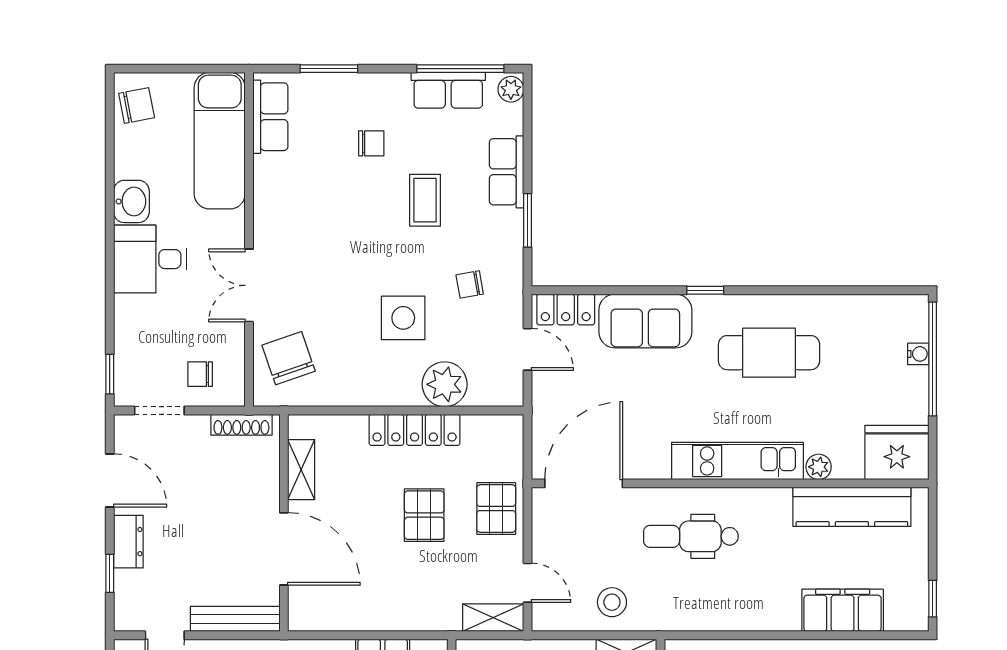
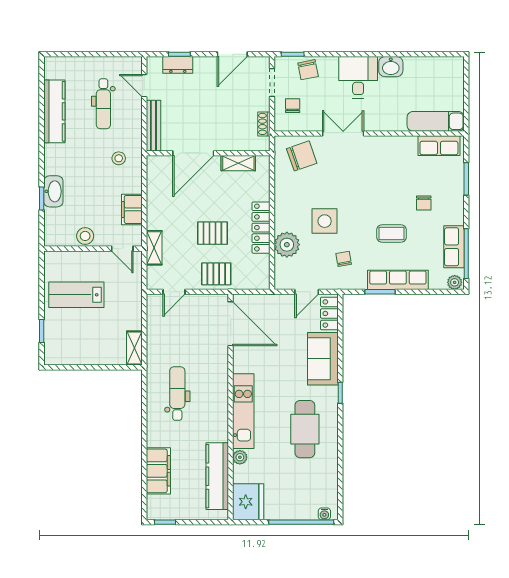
chair: (137, 105) -> (308, 70), moved
exam couch: (220, 141) -> (436, 121), width x0.73, depth x0.69
row of seats: (507, 172) -> (398, 280), width x1.48
water cooler: (918, 354) -> (324, 514), moved
shoe rack: (241, 425) -> (264, 124), width x0.70
dental chair: (691, 536) -> (177, 394), moved
dresser: (128, 542) -> (178, 65), moved
stool: (612, 602) -> (163, 340), removed
shelving: (493, 618) -> (154, 248), moved

